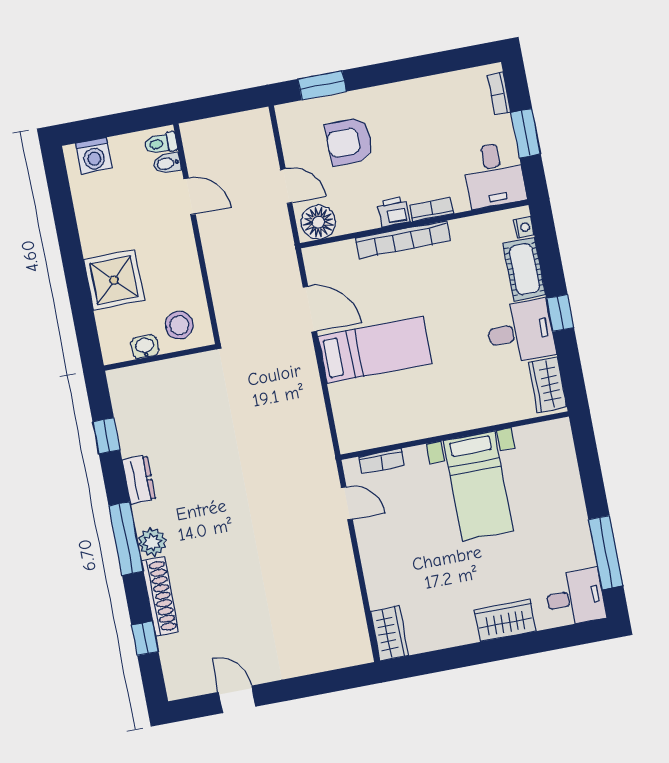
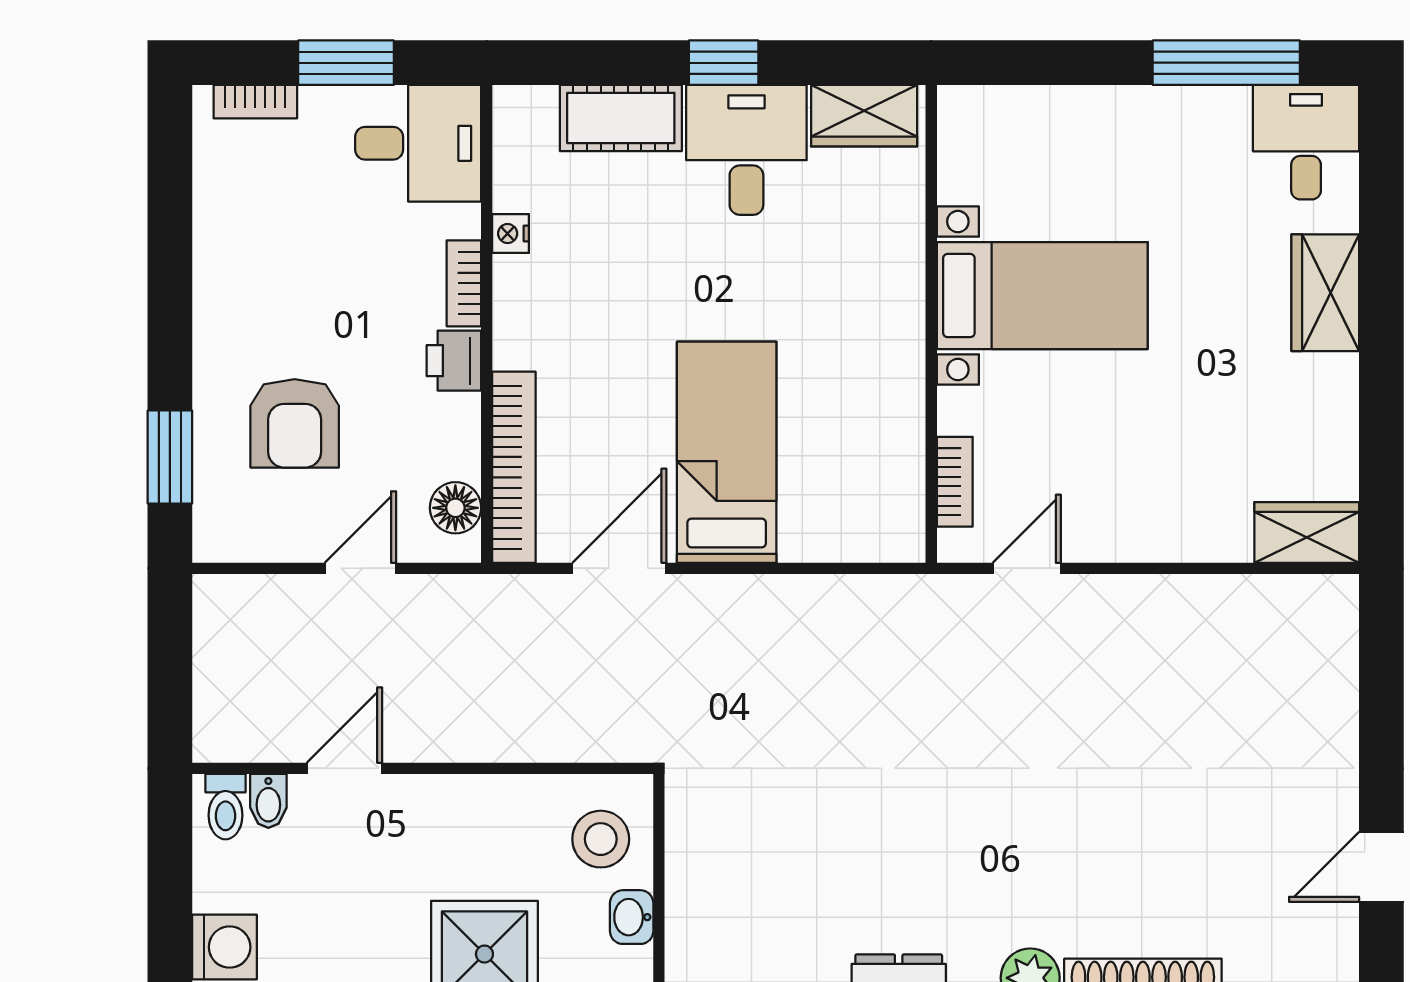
floor lamp: (318, 222) -> (455, 508), width x0.73, depth x0.73
nightstand: (524, 227) -> (511, 234), moved, turned -90
bookcase: (403, 240) -> (514, 467), moved

